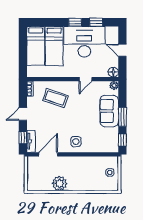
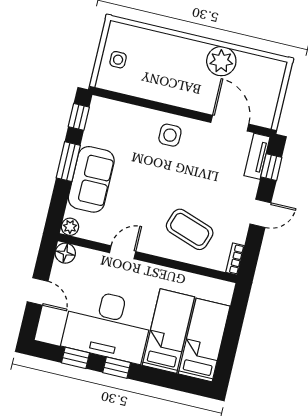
door: (48, 154) -> (230, 123), swing flipped

